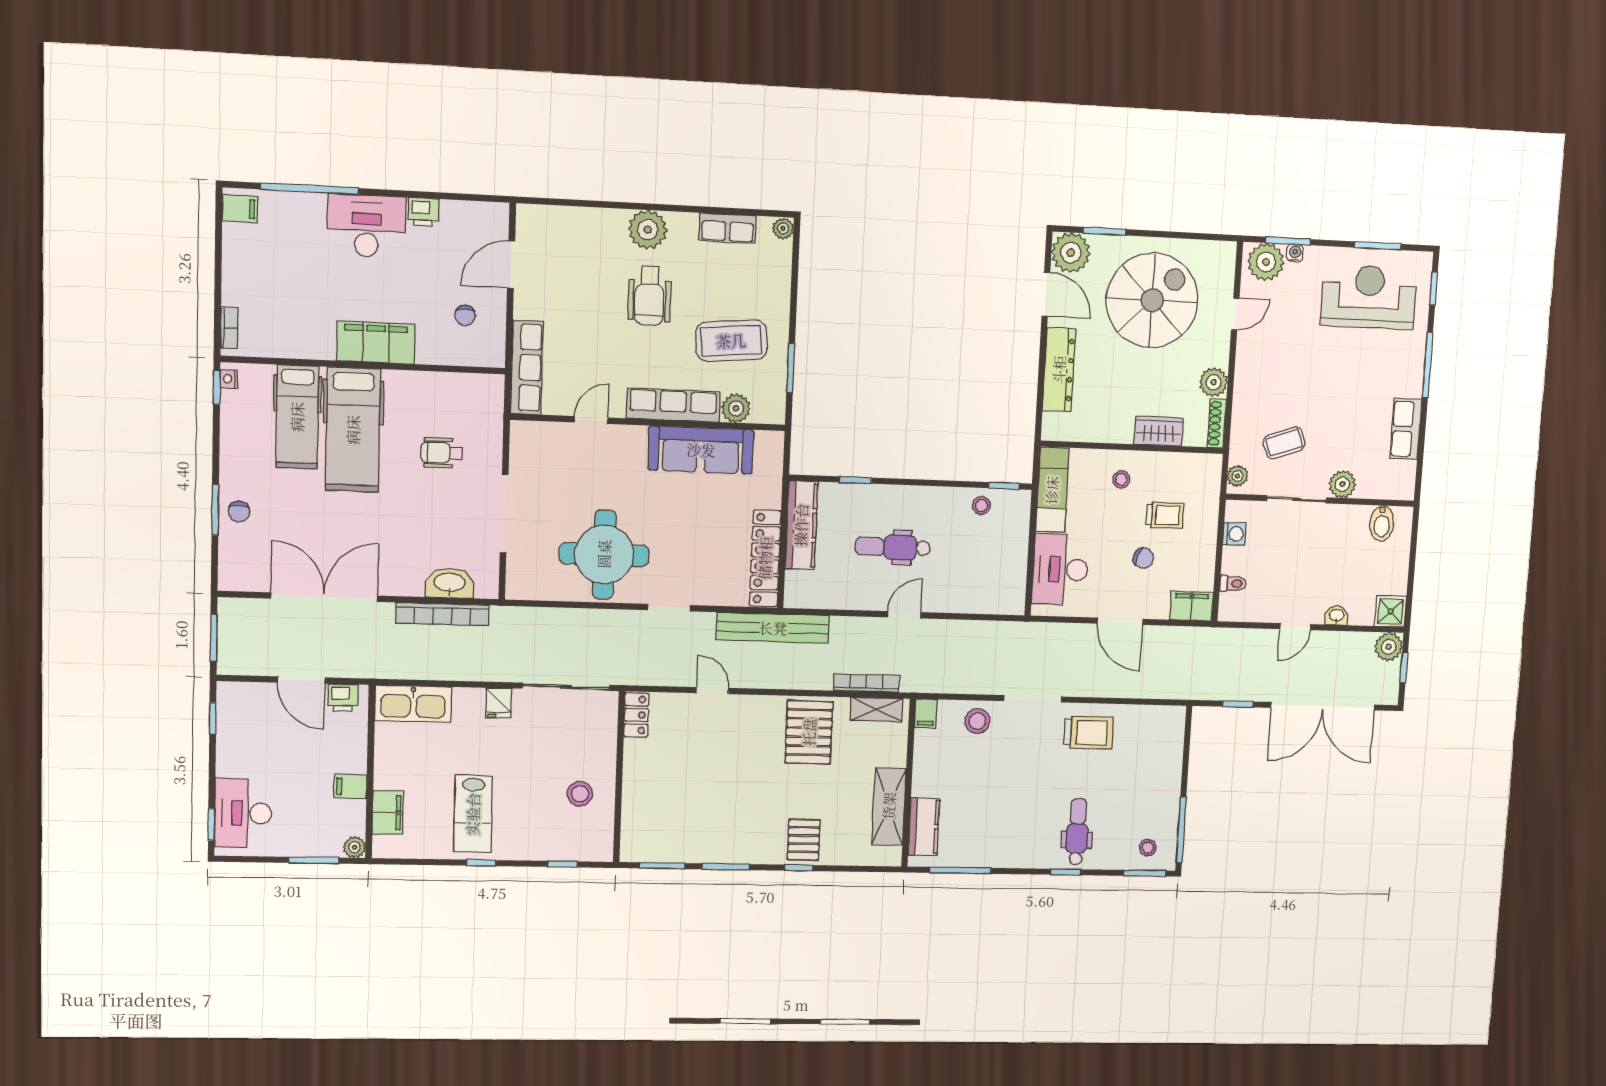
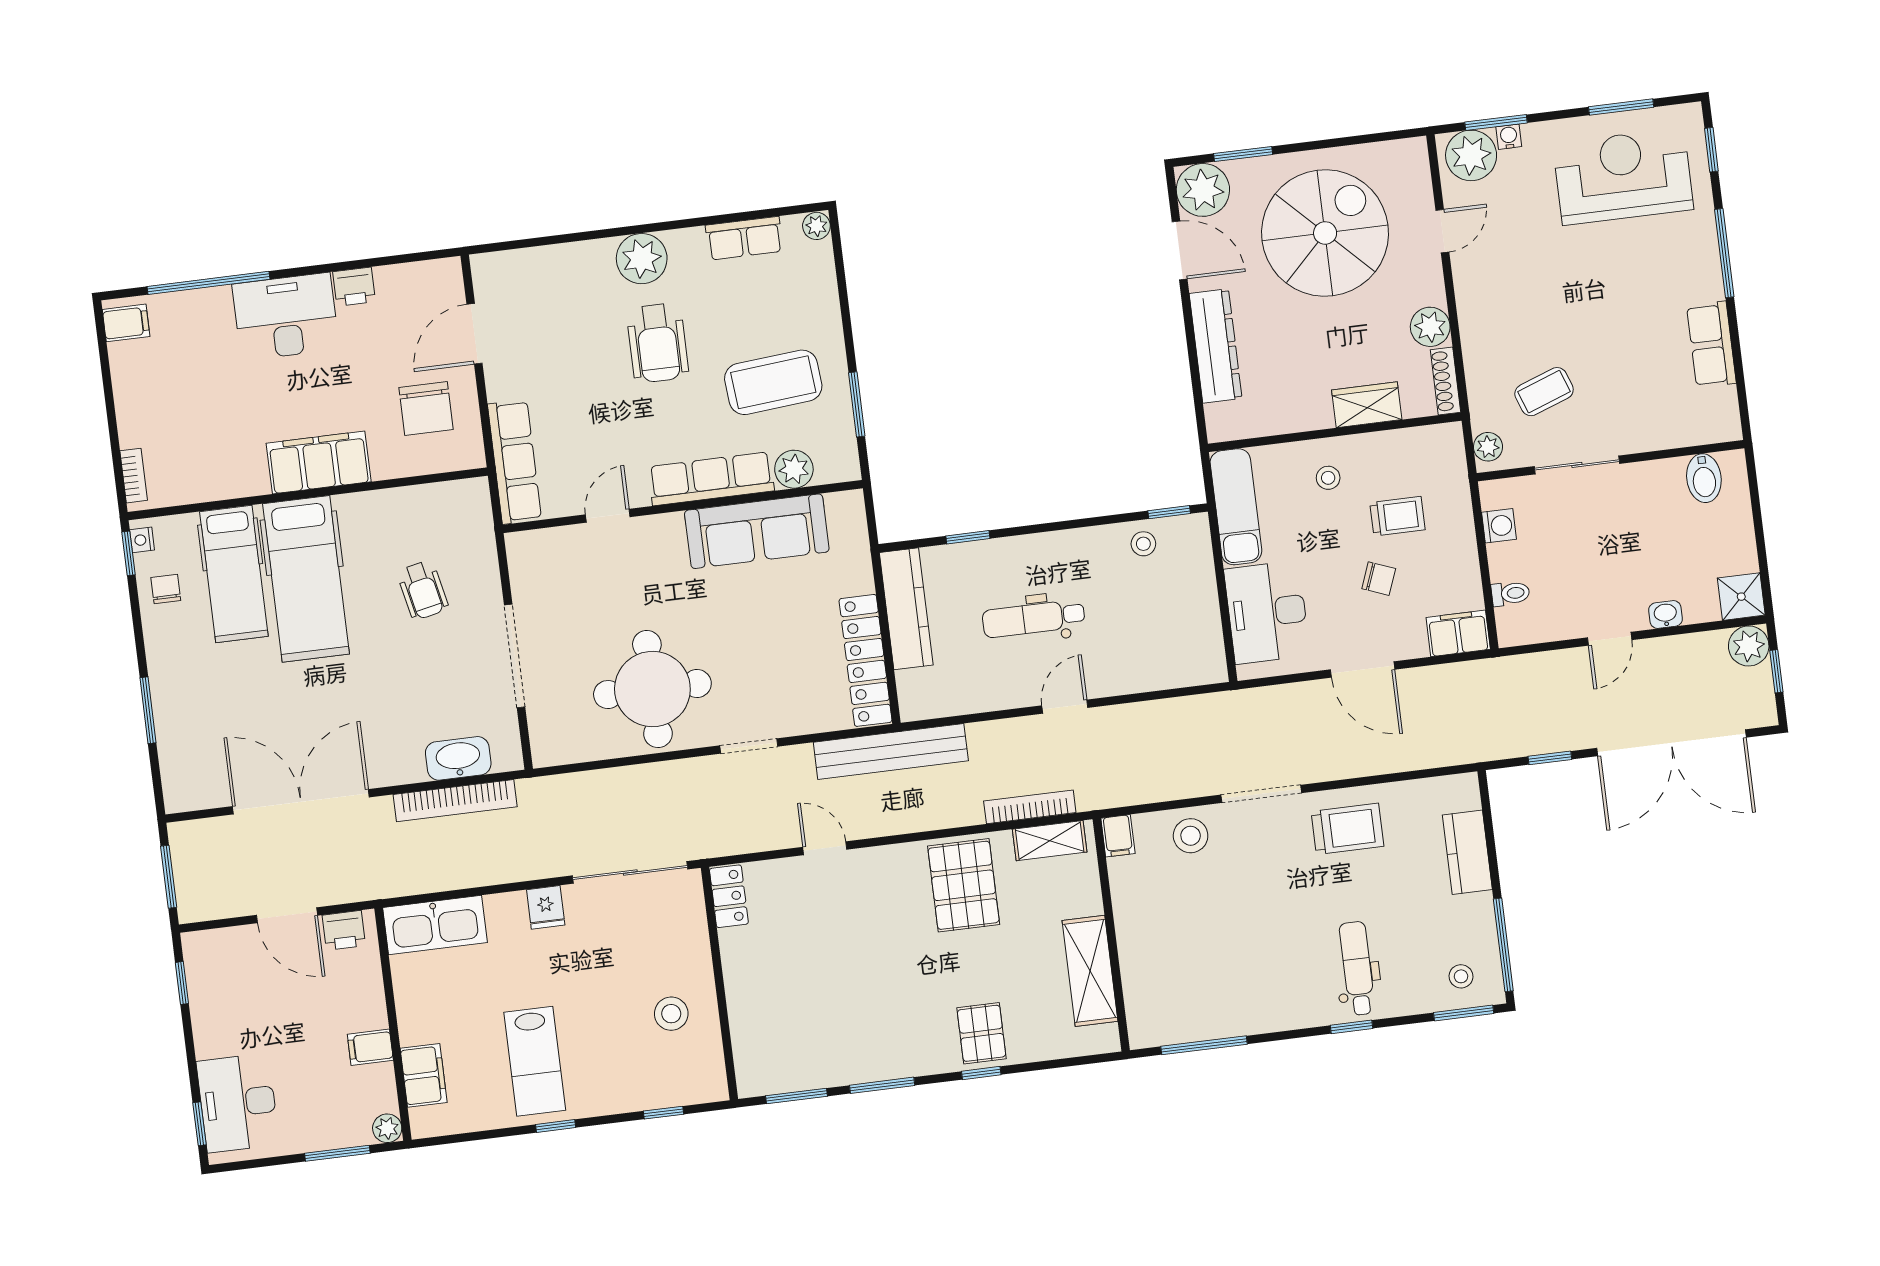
chair: (465, 315) -> (426, 409), width x1.87, depth x1.87
wheelchair: (442, 453) -> (423, 590), turned -102
plant: (1342, 484) -> (1637, 434), removed
chair: (239, 512) -> (166, 589), moved, turned 180
kitchen counter: (924, 827) -> (1467, 852), moved, turned 180

